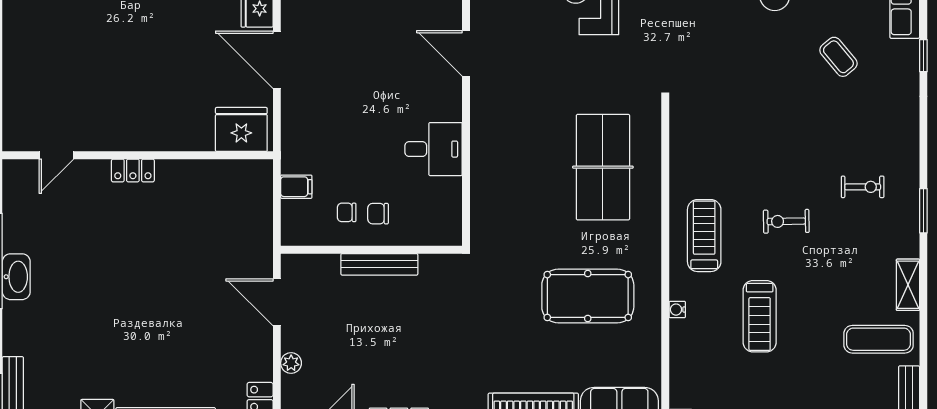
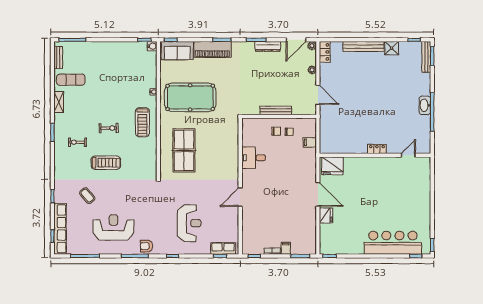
door: (466, 53) -> (240, 197), swing flipped
pool table: (588, 296) -> (190, 97), width x1.36, depth x1.32
treadmill: (760, 316) -> (106, 163), moved, turned 90

